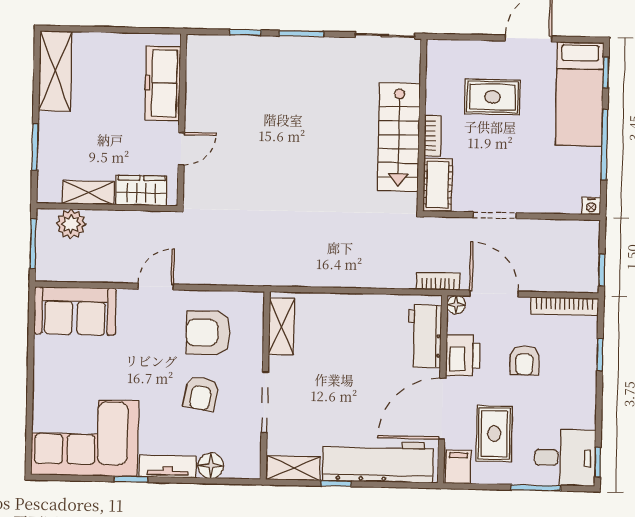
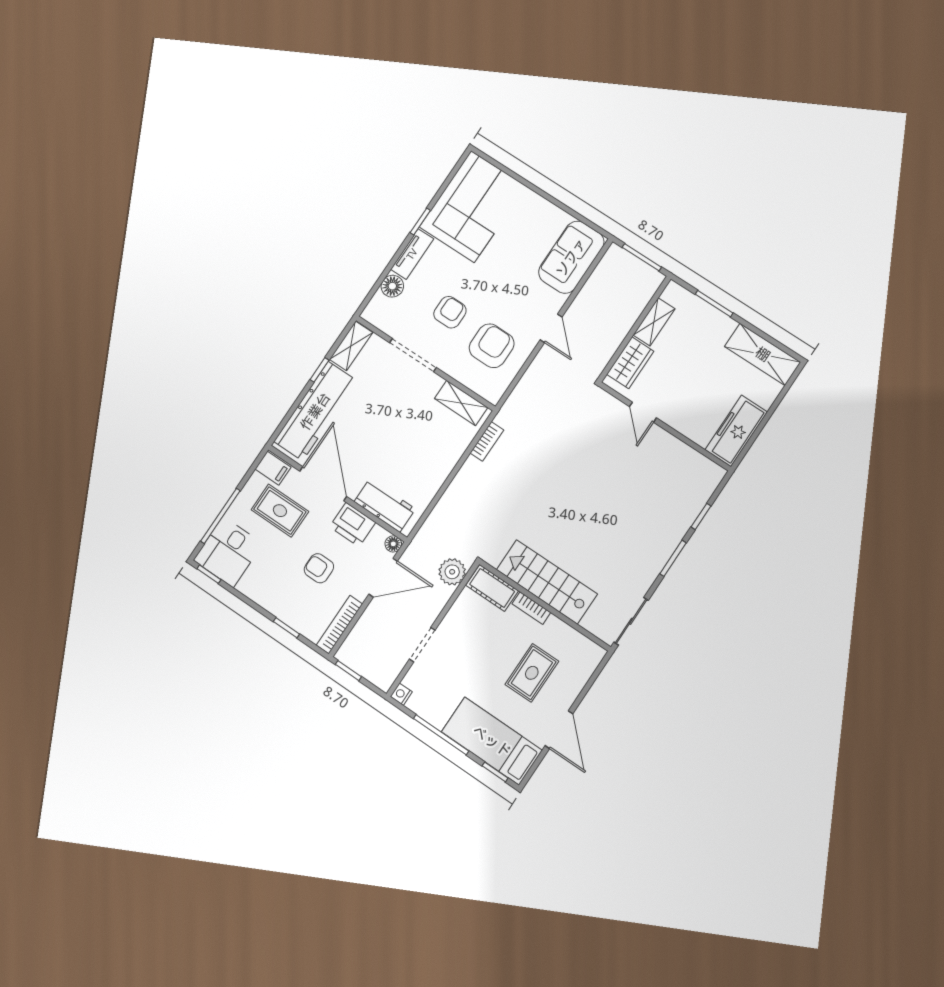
freezer: (163, 83) -> (736, 431), moved, turned -90
doorway: (495, 215) -> (422, 645), moved
plant: (71, 224) -> (452, 572), moved
bookcase: (438, 281) -> (487, 441), moved
armchair: (201, 394) -> (450, 312), turned 80
window: (536, 488) -> (220, 516), width x1.44

